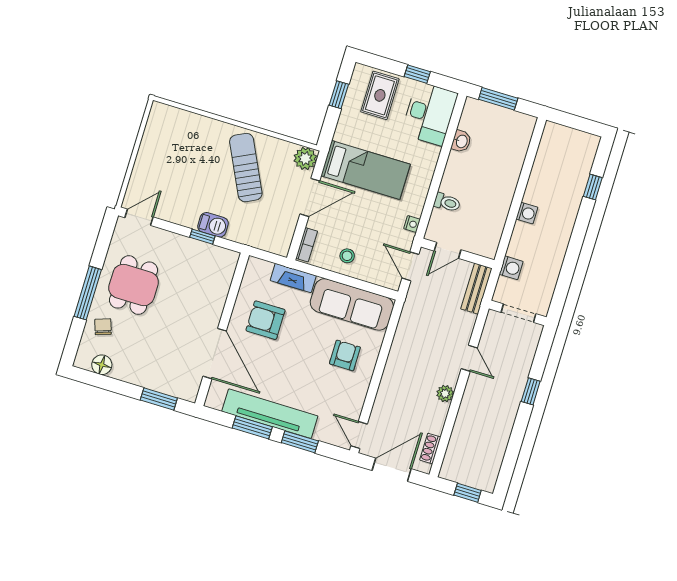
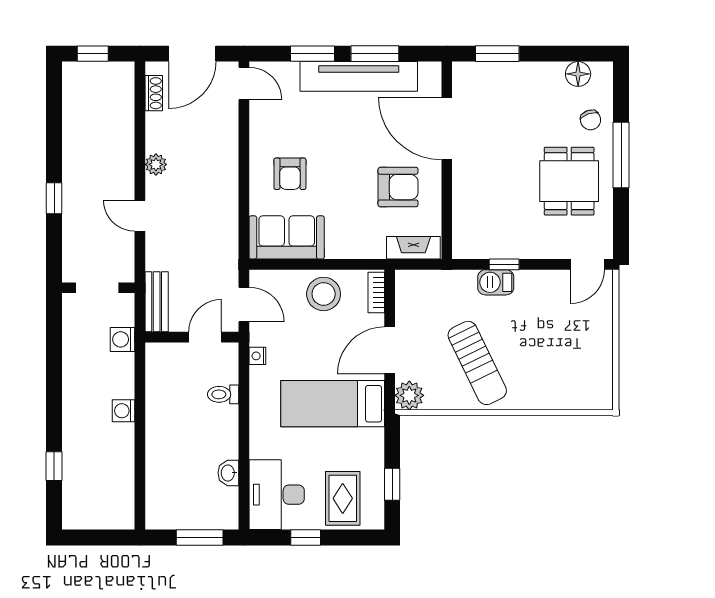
stool: (347, 256) -> (324, 294), width x1.89, depth x1.89
fireplace: (293, 278) -> (413, 248), moved
sofa: (352, 304) -> (287, 237), width x0.73

